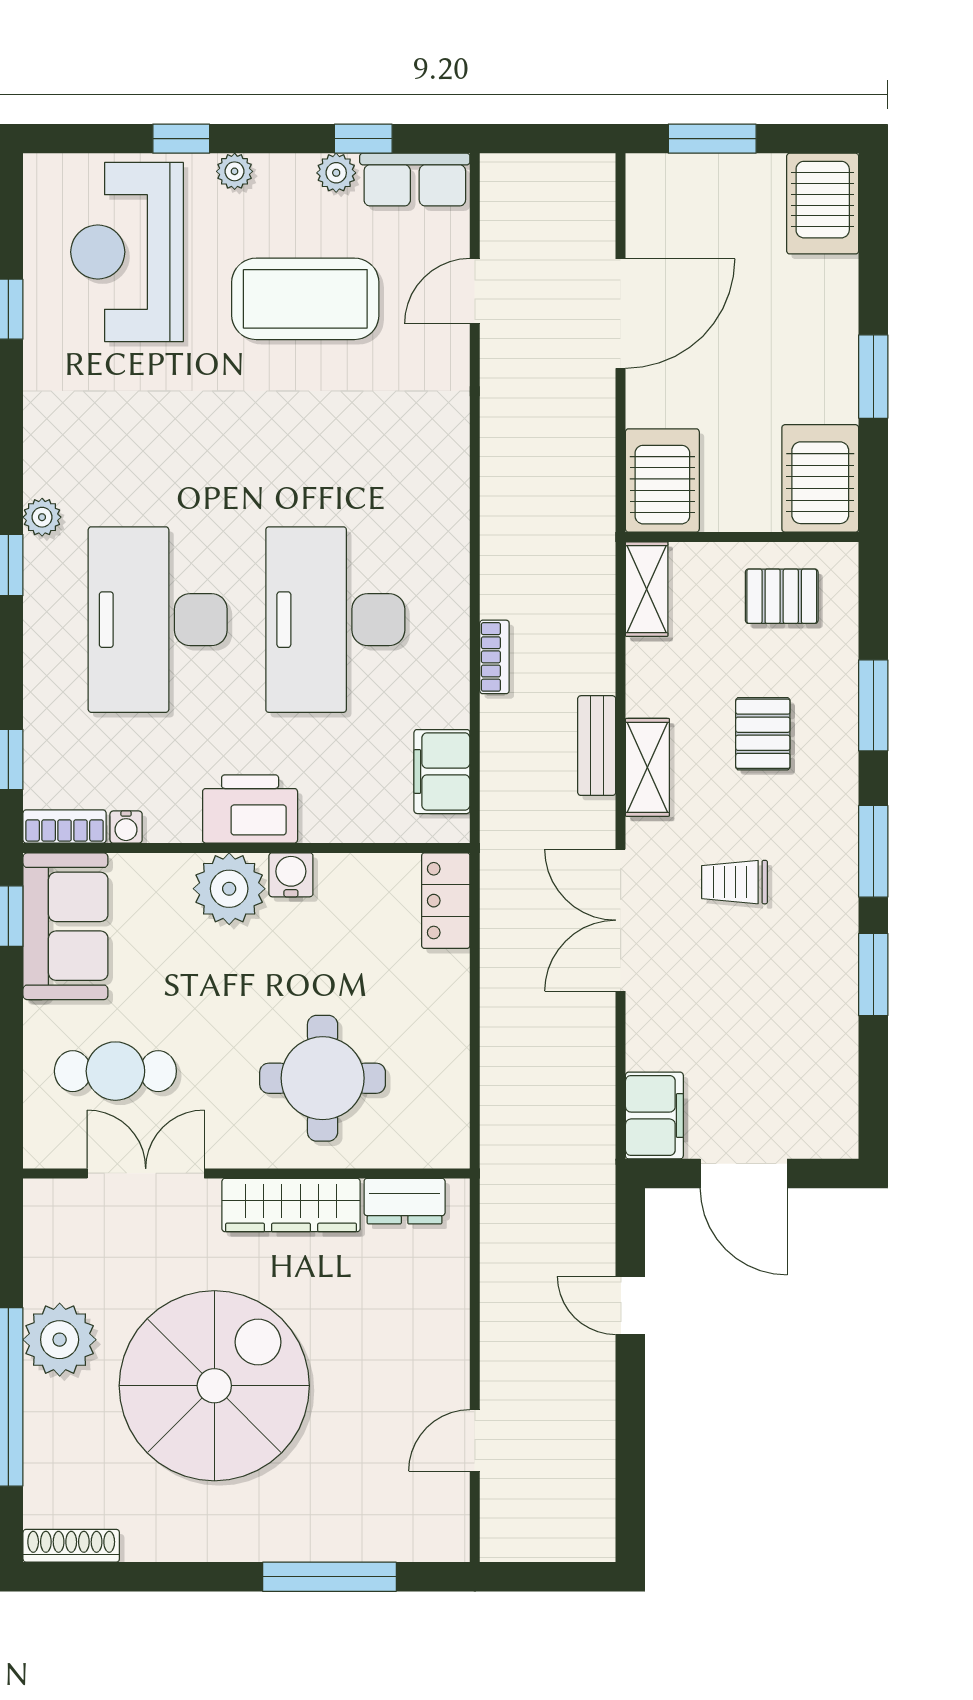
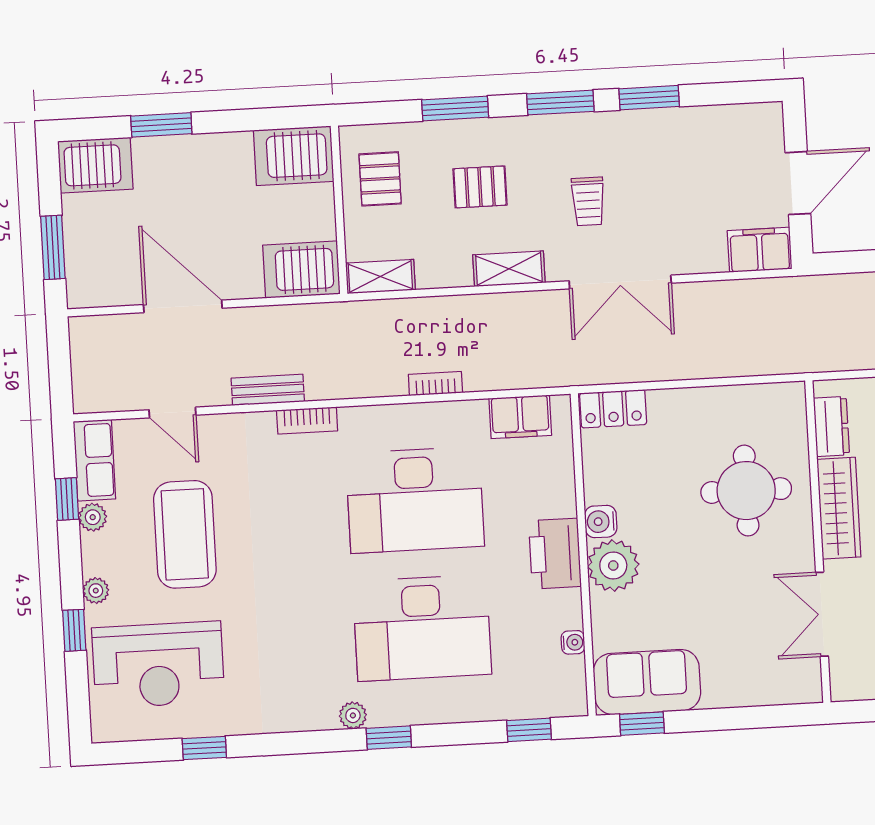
window: (873, 377) -> (161, 125), moved
bench: (597, 746) -> (268, 390), moved
bookcase: (65, 826) -> (307, 420), moved, turned -90
cafe table: (115, 1071) -> (749, 640), removed

